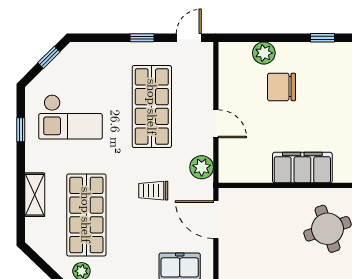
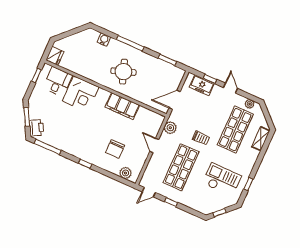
plant: (264, 53) -> (125, 173), moved
chair: (282, 87) -> (115, 149), turned 90
trolley: (153, 191) -> (201, 138), moved
shelving: (35, 195) -> (261, 139), moved
door: (216, 220) -> (175, 100), swing flipped

